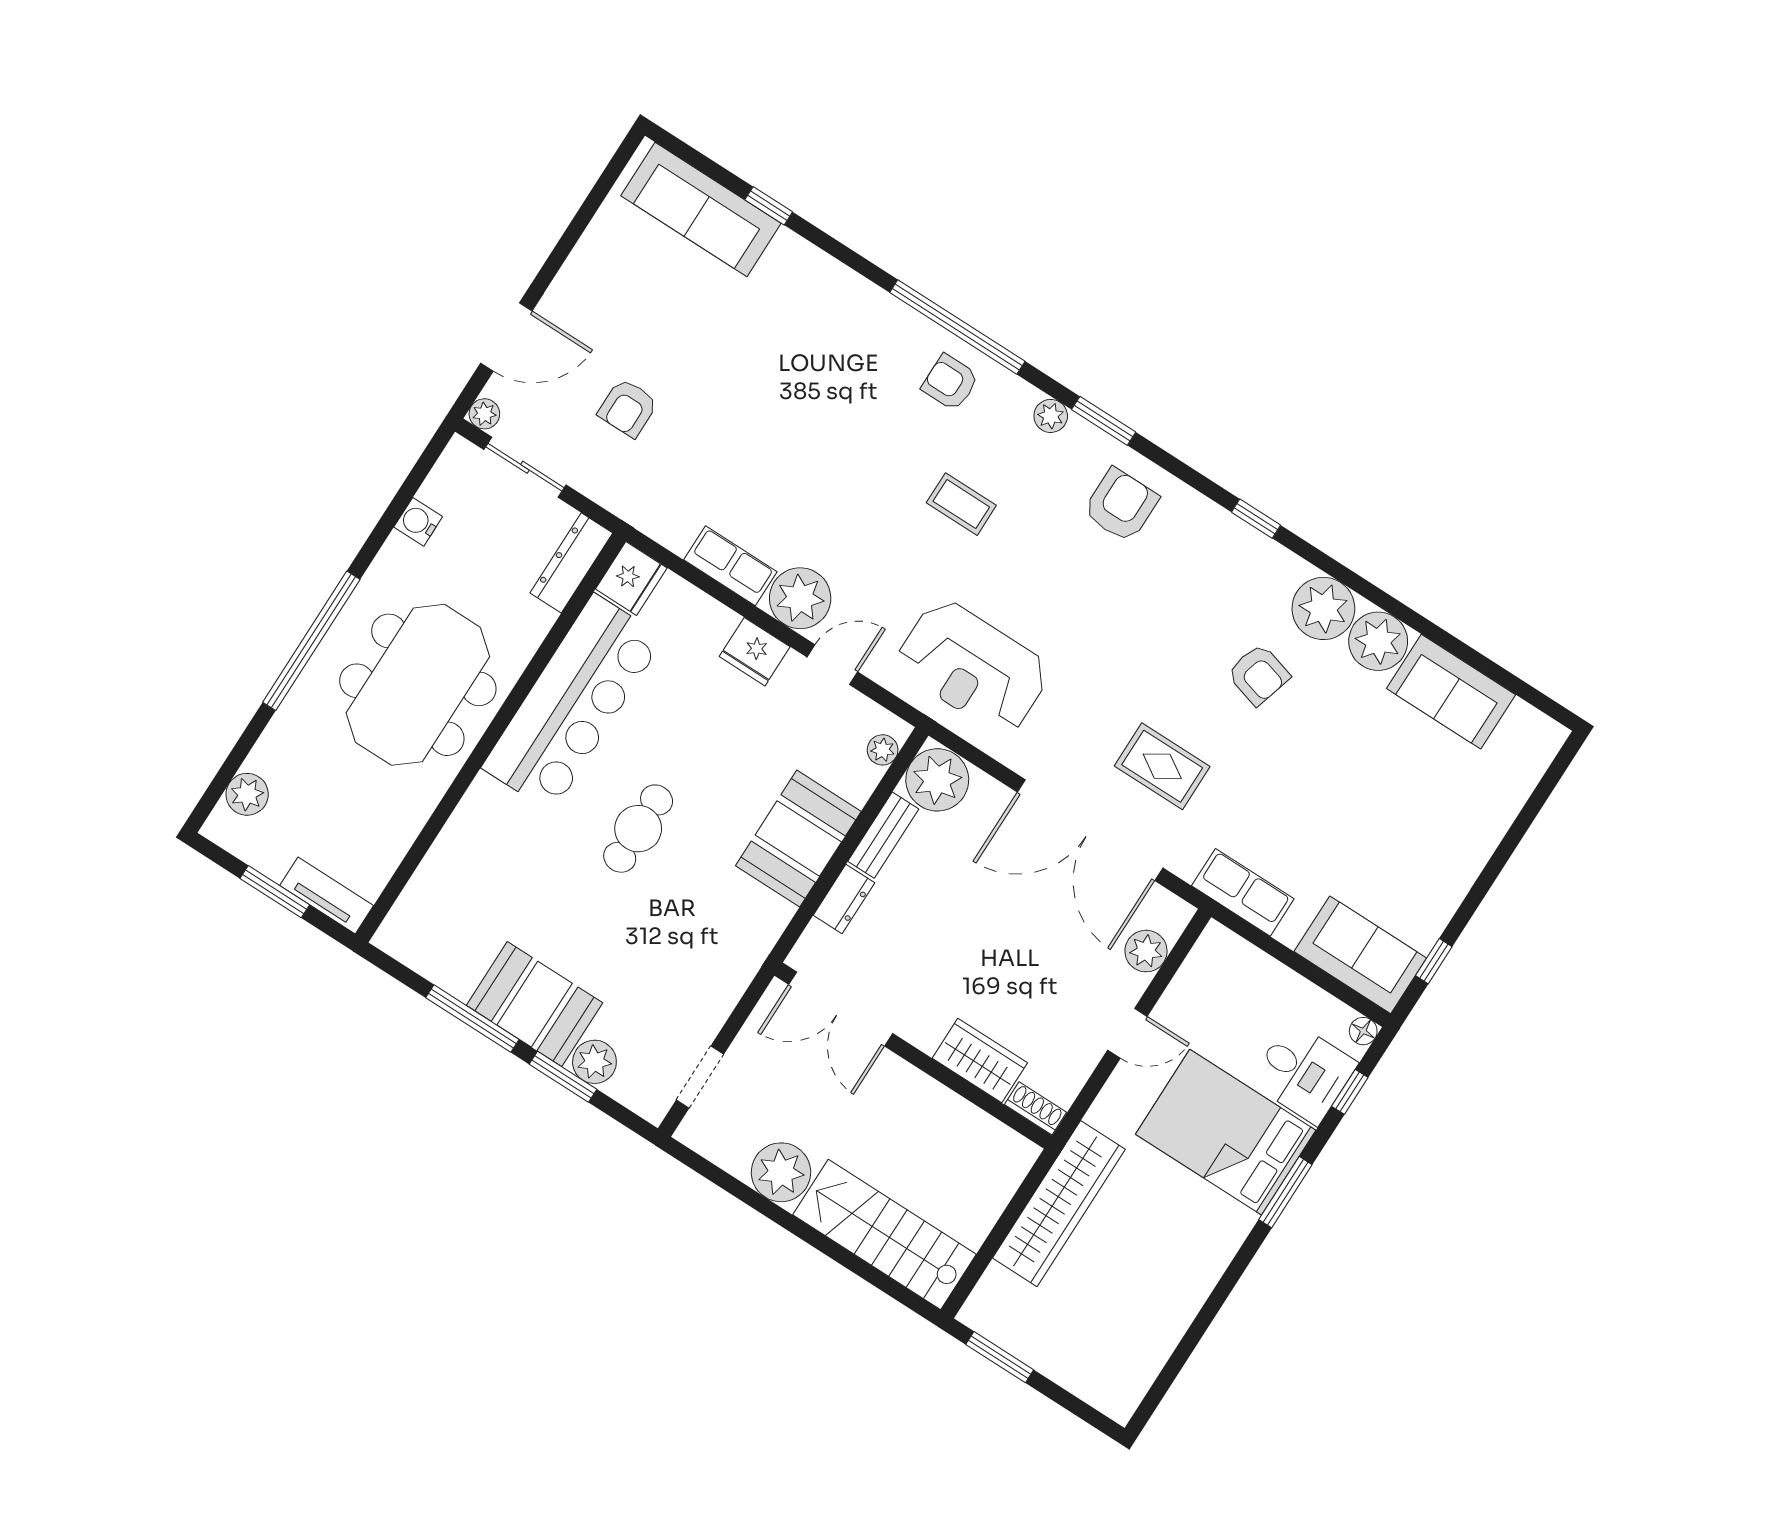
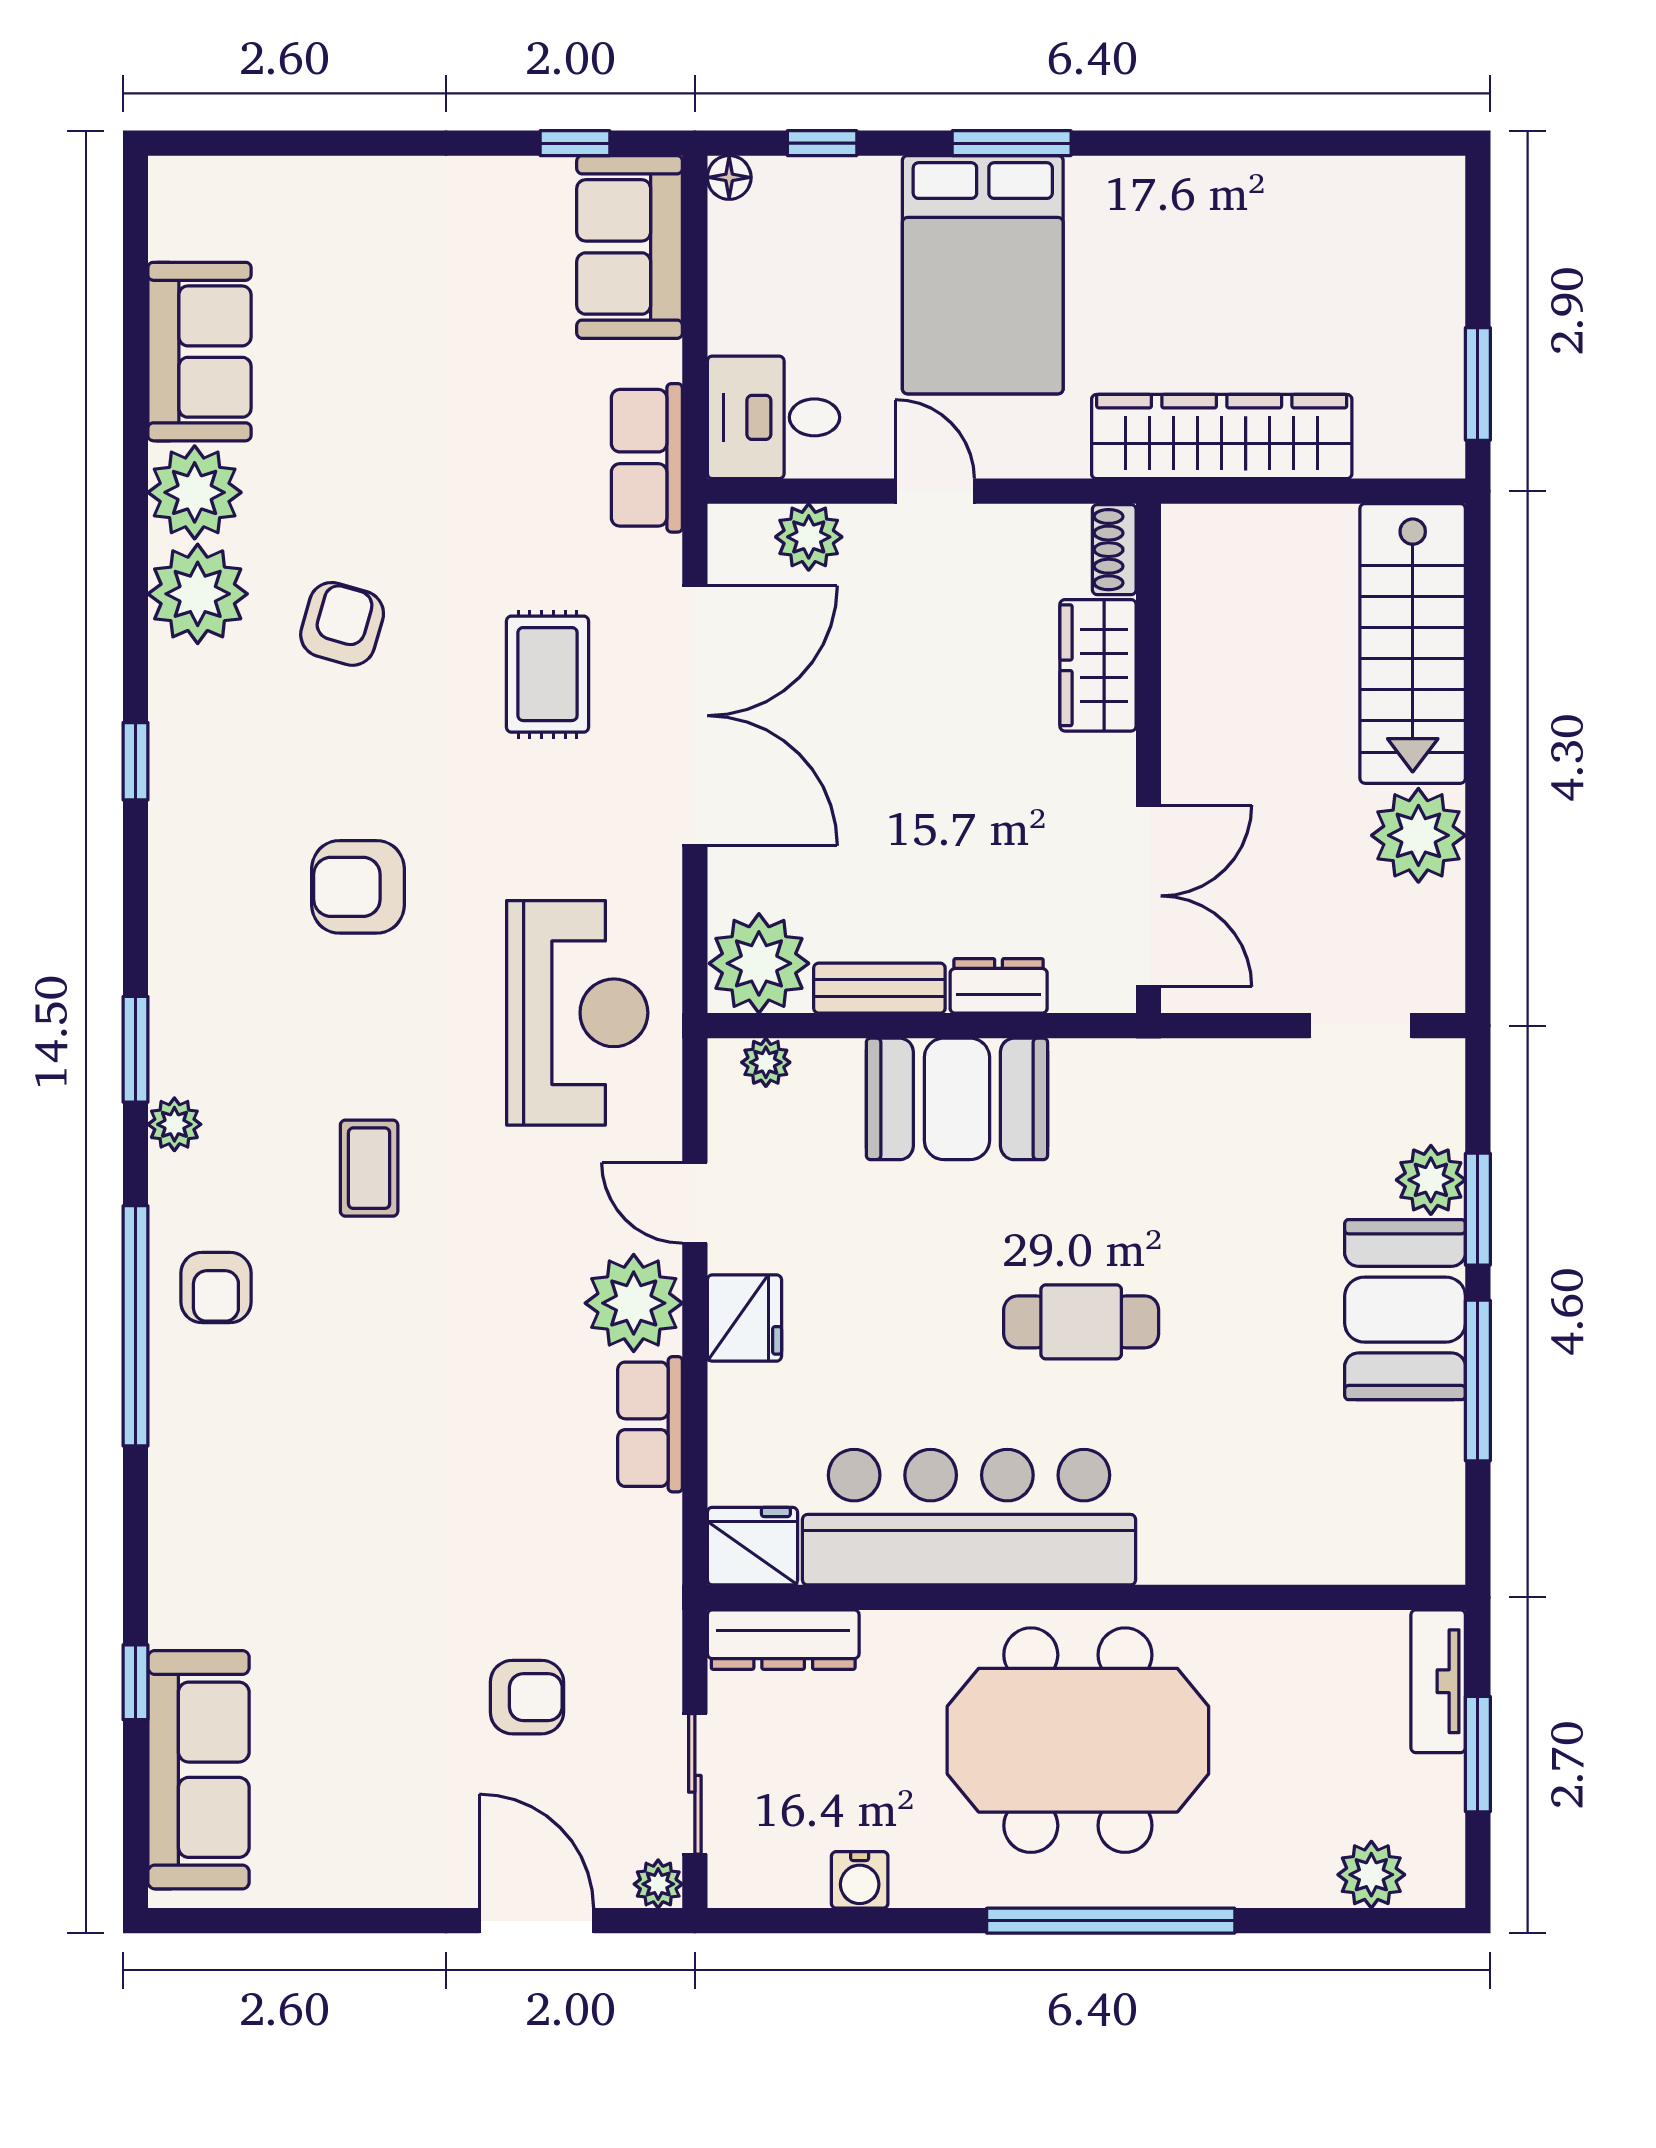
armchair: (1121, 505) -> (358, 887), moved
desk: (1303, 1073) -> (773, 417), moved, turned -90

